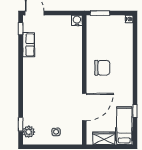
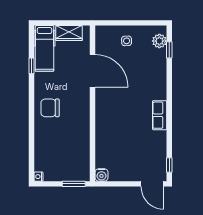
row of seats: (29, 45) -> (160, 115), moved
chair: (102, 68) -> (50, 108), moved
door: (84, 107) -> (93, 71), swing flipped

